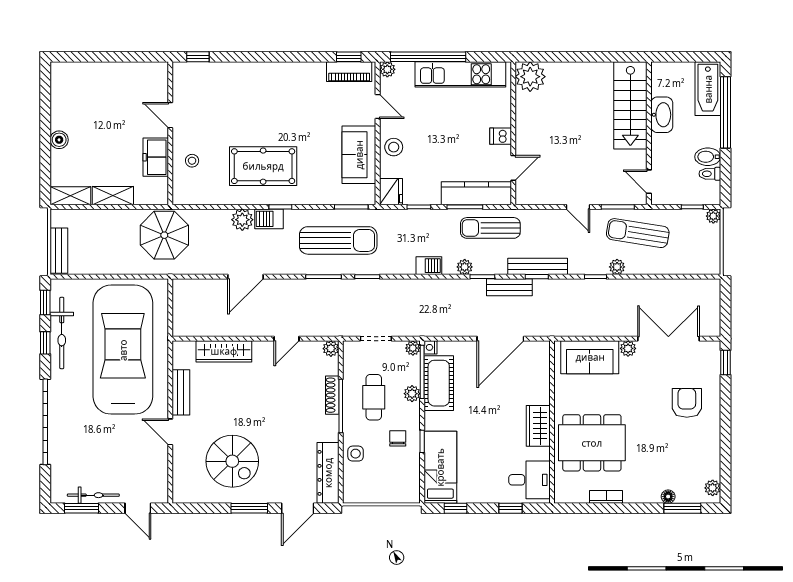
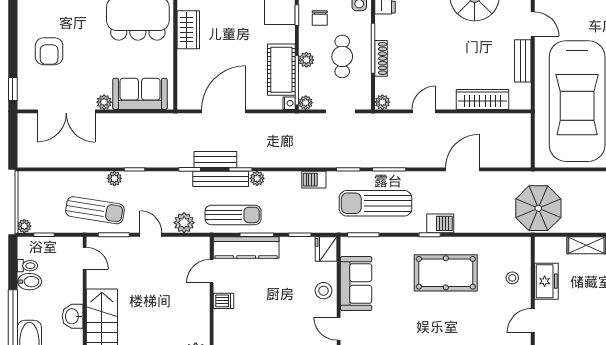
door: (170, 115) -> (533, 321), swing flipped
washbasin: (662, 115) -> (73, 316), width x0.72
plant: (242, 220) -> (184, 223), moved
barbecue: (429, 266) -> (314, 180), moved
bench: (538, 266) -> (221, 179), moved

